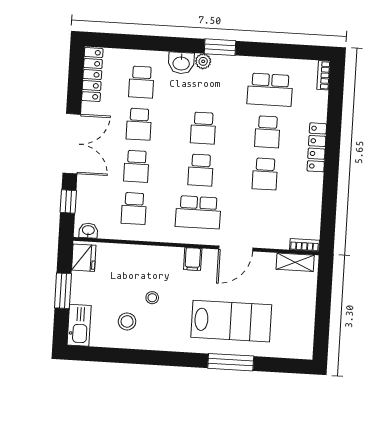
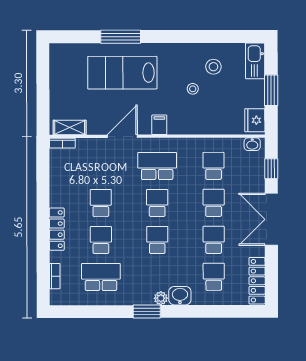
bookcase: (324, 75) -> (55, 276), moved

